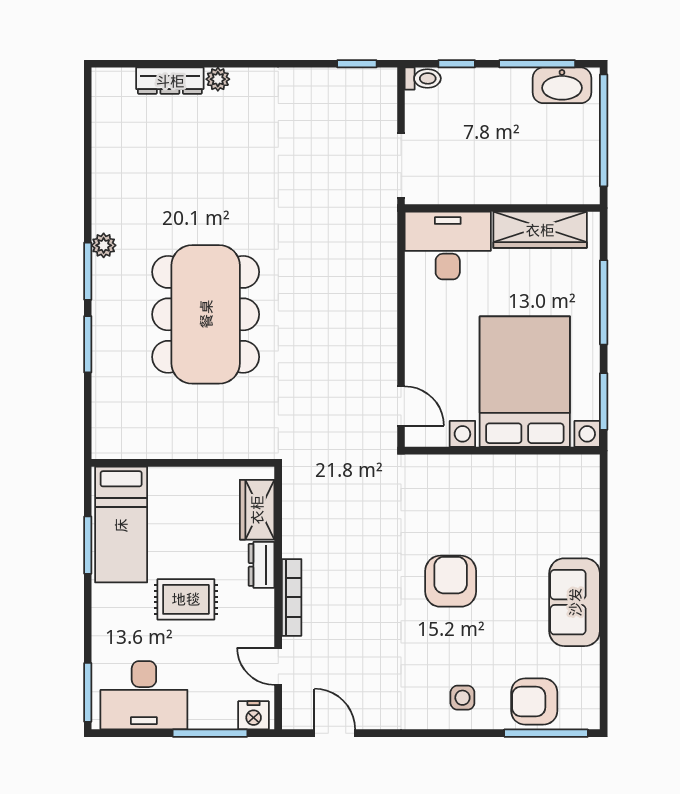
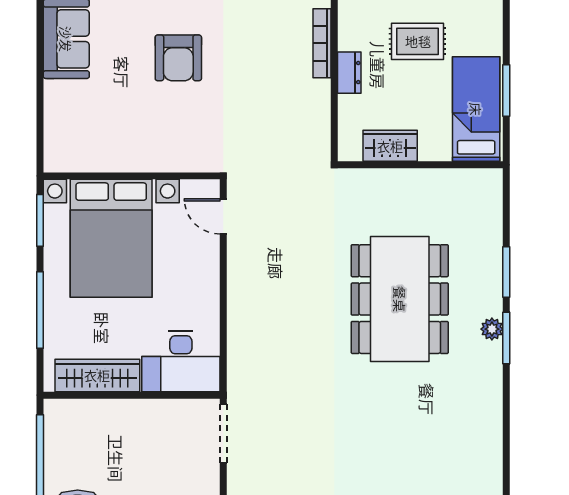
plant: (104, 245) -> (492, 329), moved
wardrobe: (257, 510) -> (390, 146), moved, turned -90

